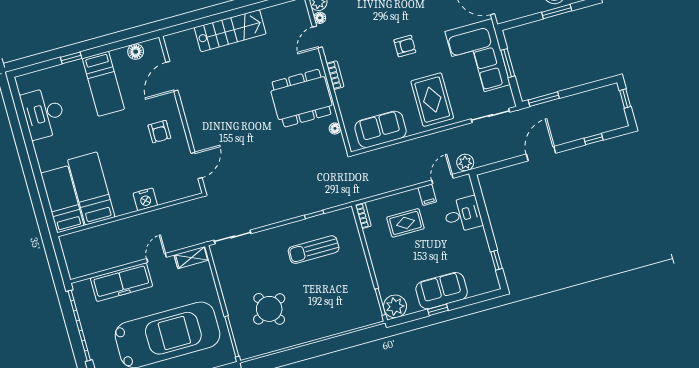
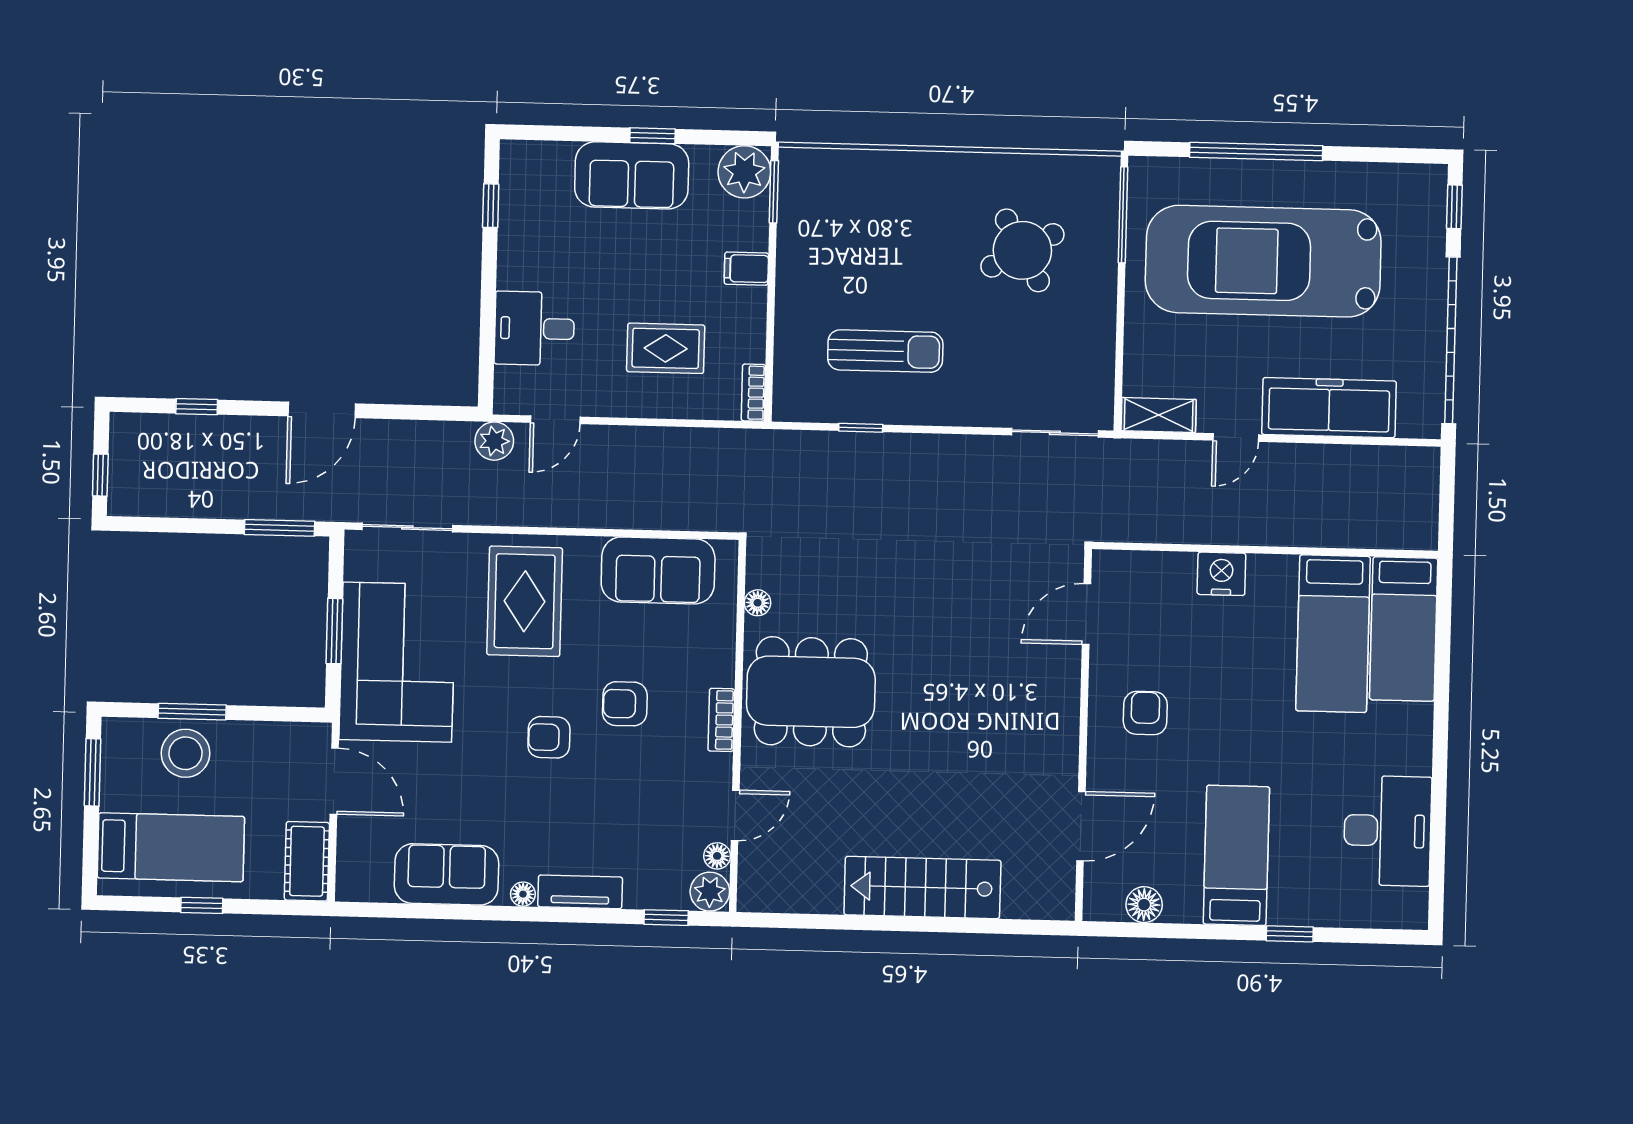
armchair: (377, 70) -> (625, 704), added
filing cabinet: (427, 195) -> (746, 269), moved, turned -90

